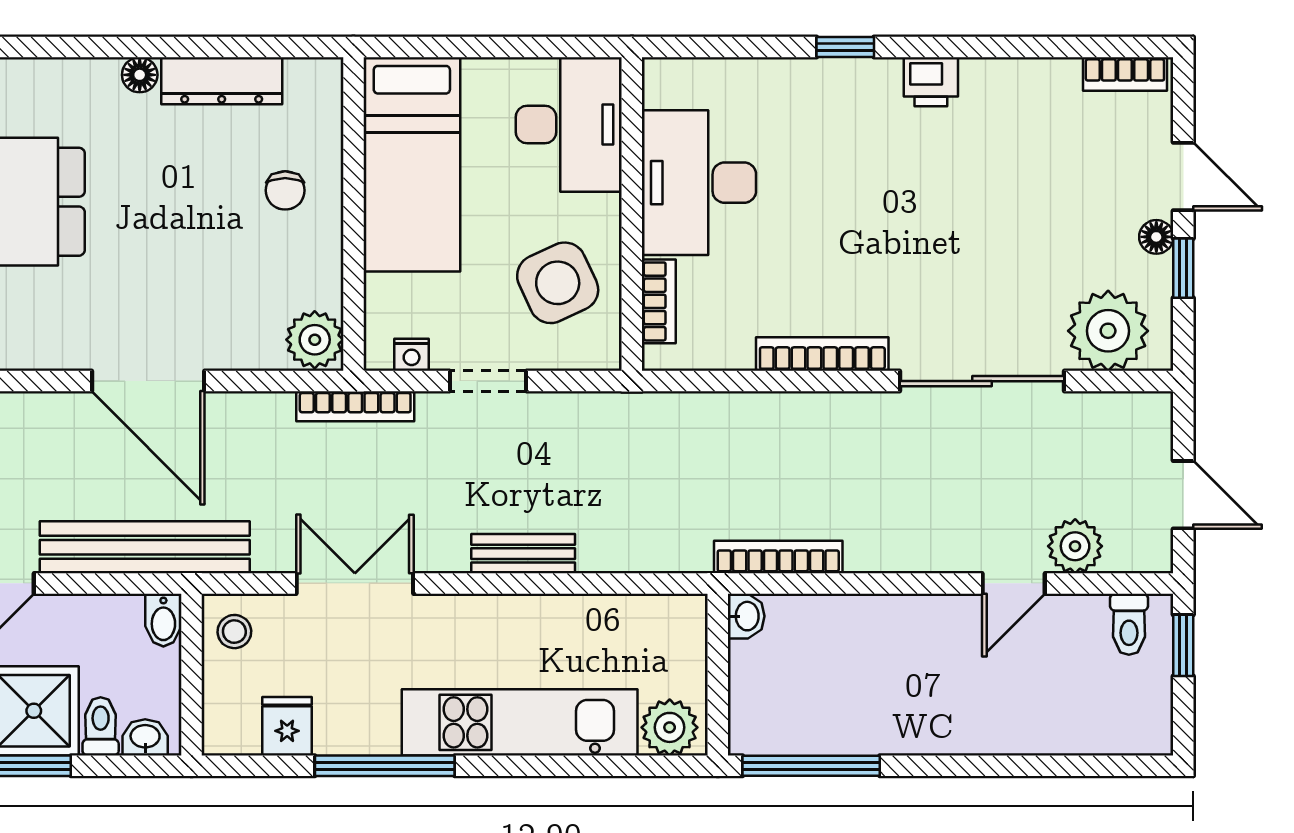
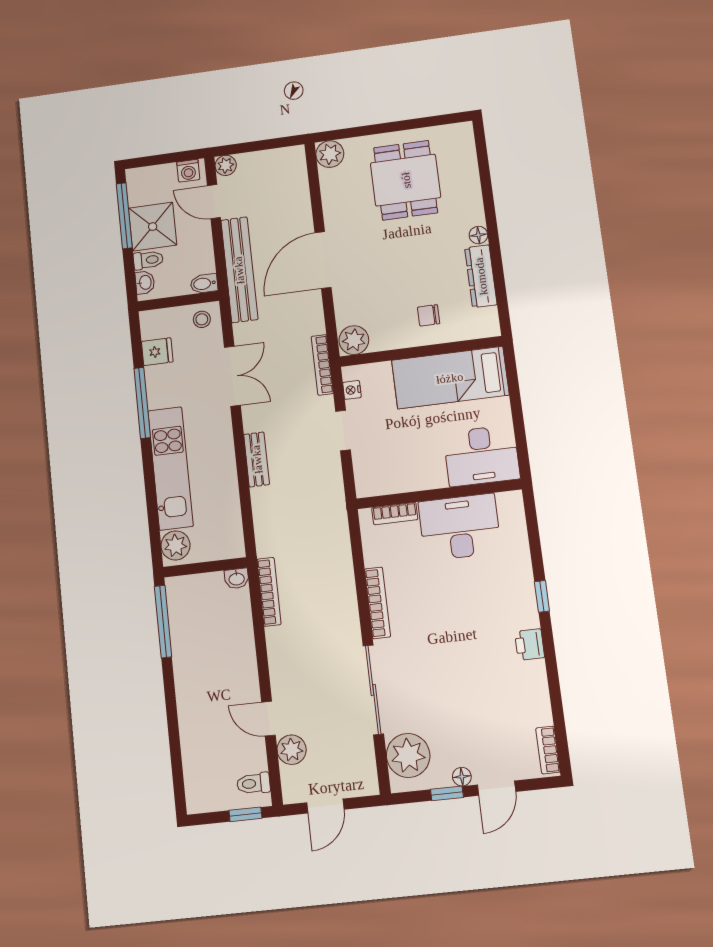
side table: (558, 283) -> (398, 460), removed

